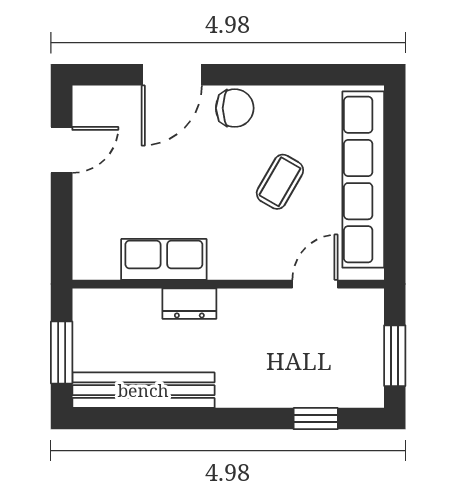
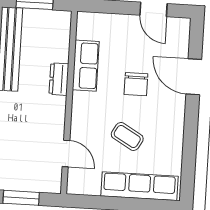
chair: (235, 108) -> (136, 84), moved
row of seats: (363, 180) -> (139, 186), width x0.73

